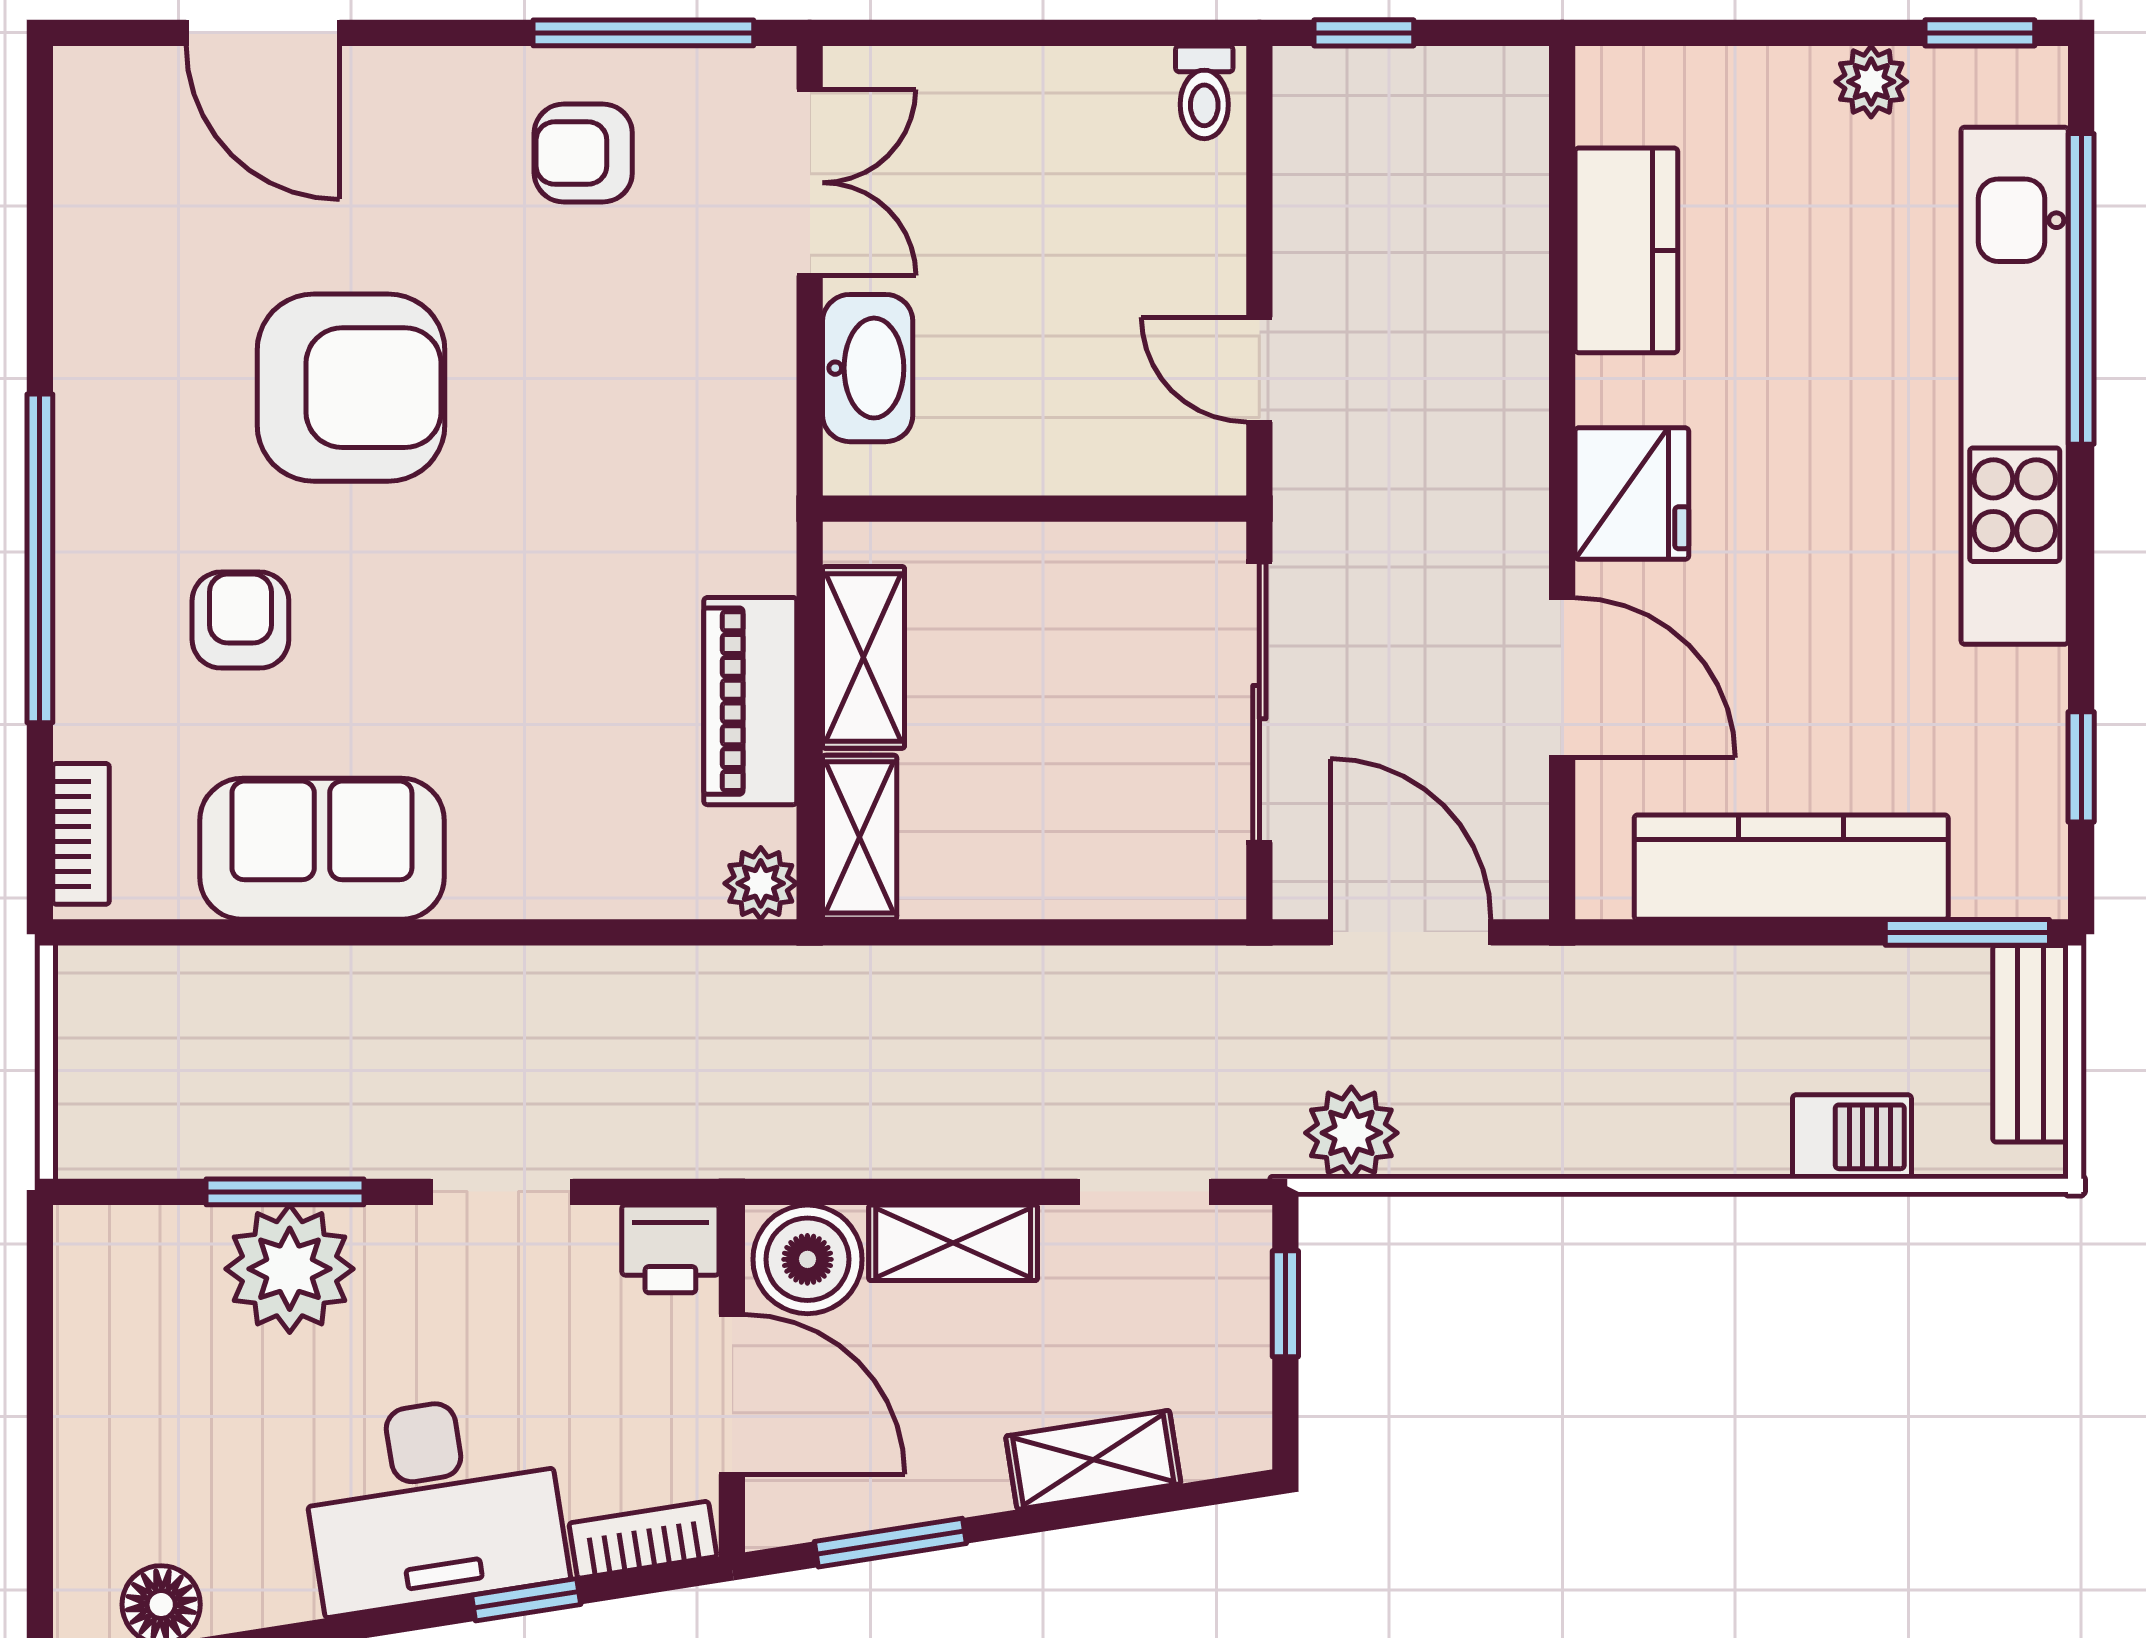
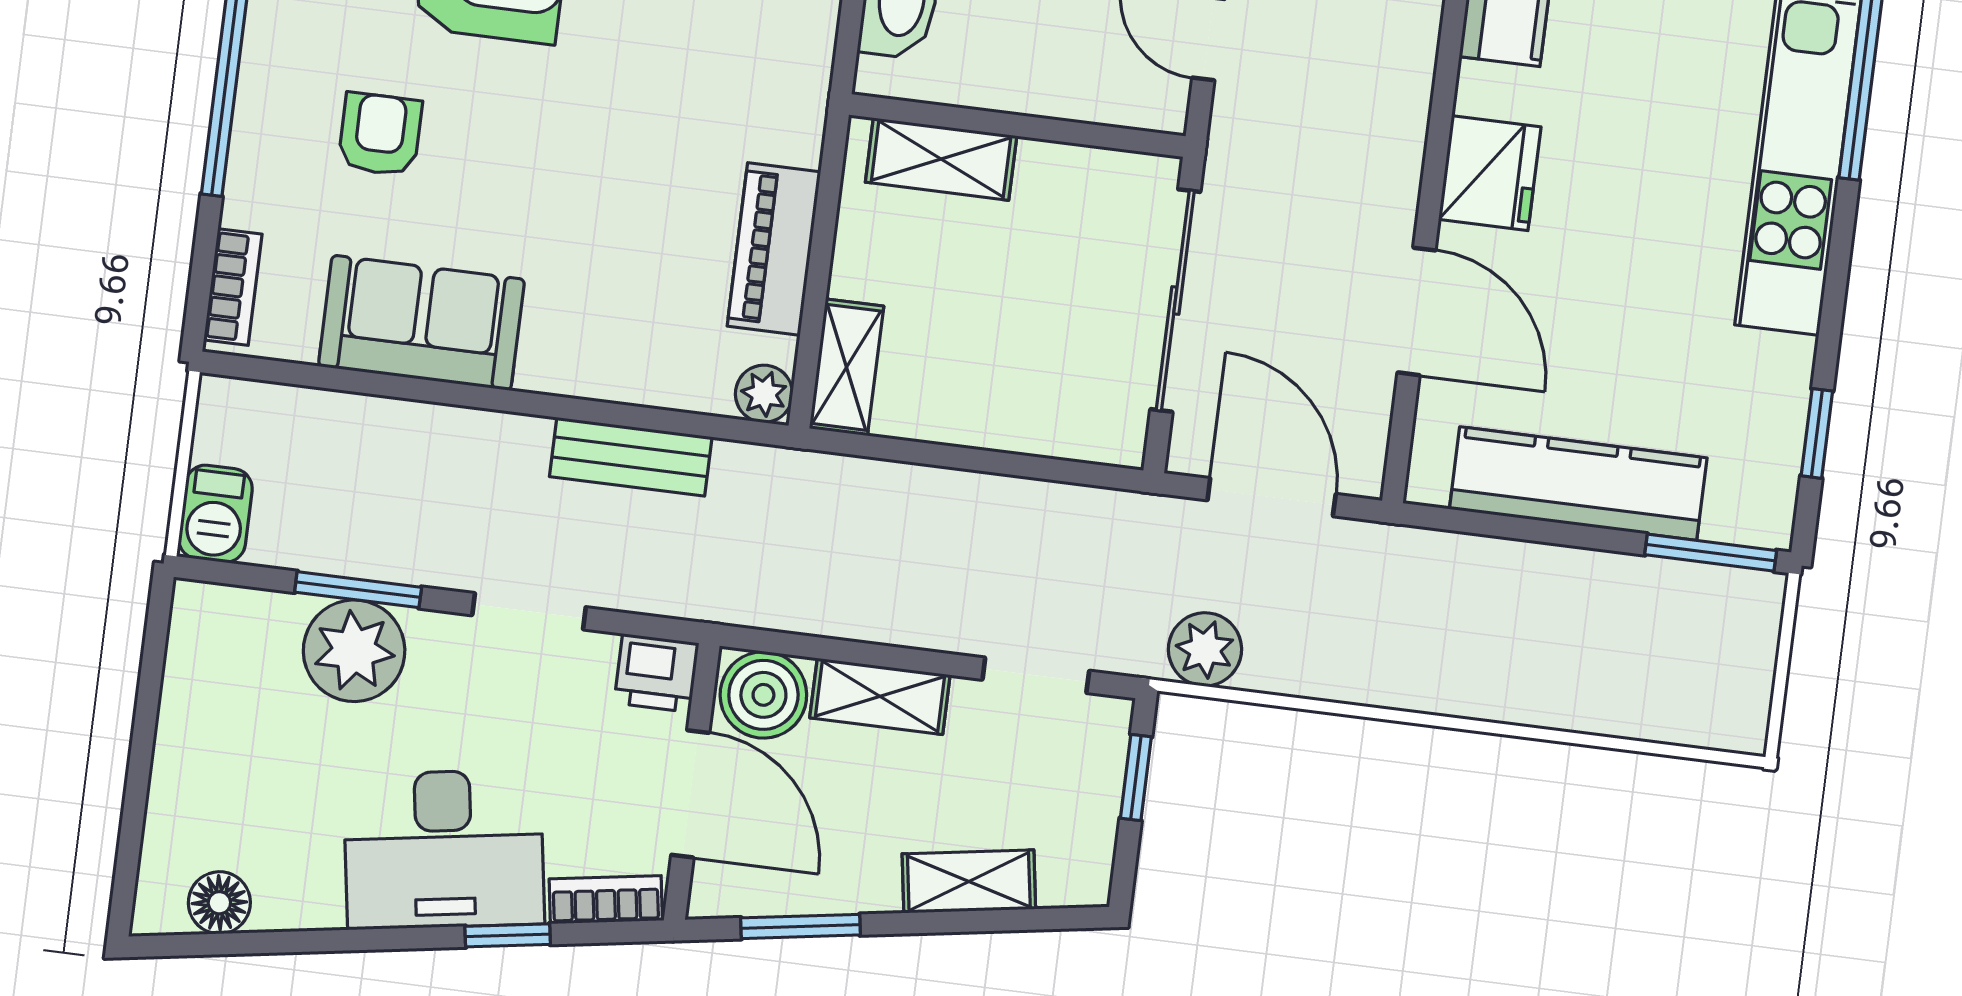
shelving: (864, 657) -> (941, 159), moved, turned 90
bench: (2031, 1044) -> (631, 457), moved, turned 90
barbecue: (1852, 1137) -> (215, 514), moved, turned 90

